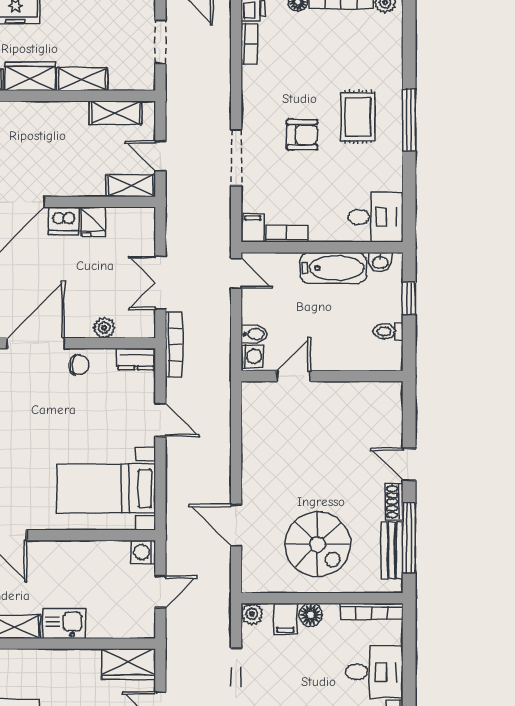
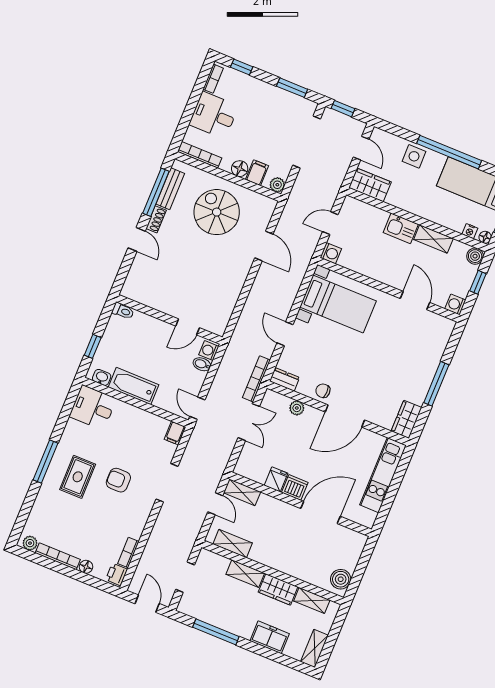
bookcase: (287, 234) -> (155, 420), removed
toilet: (388, 331) -> (123, 311), moved

